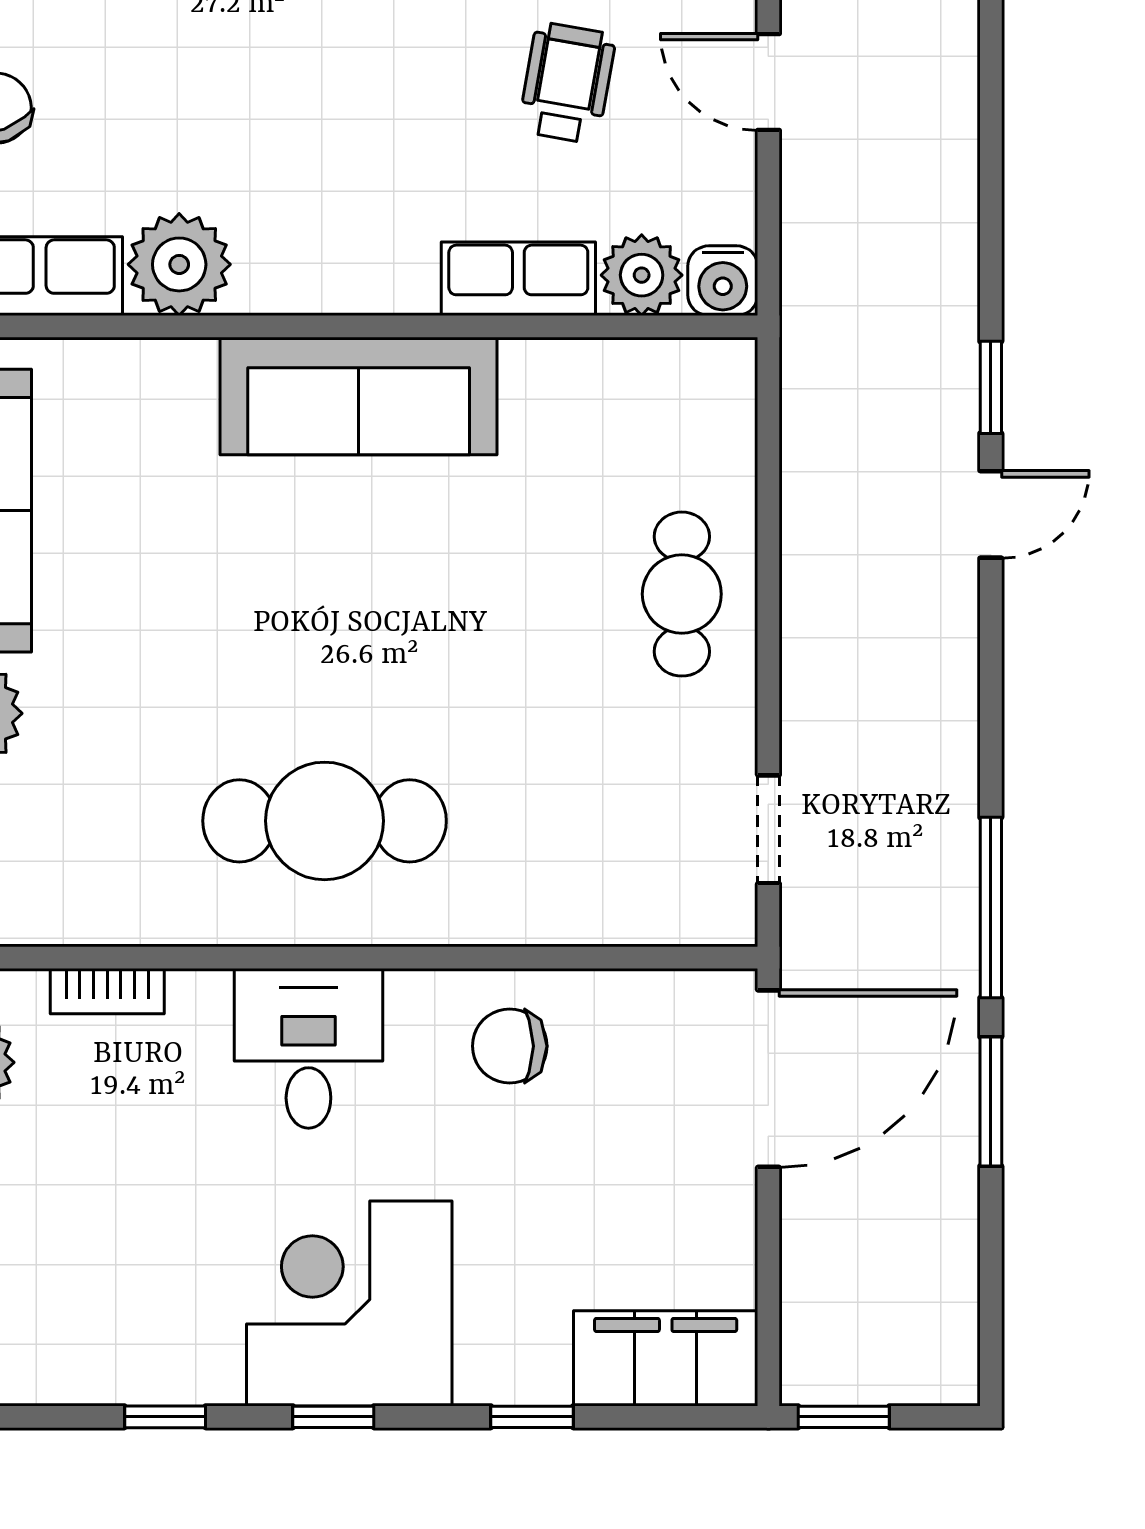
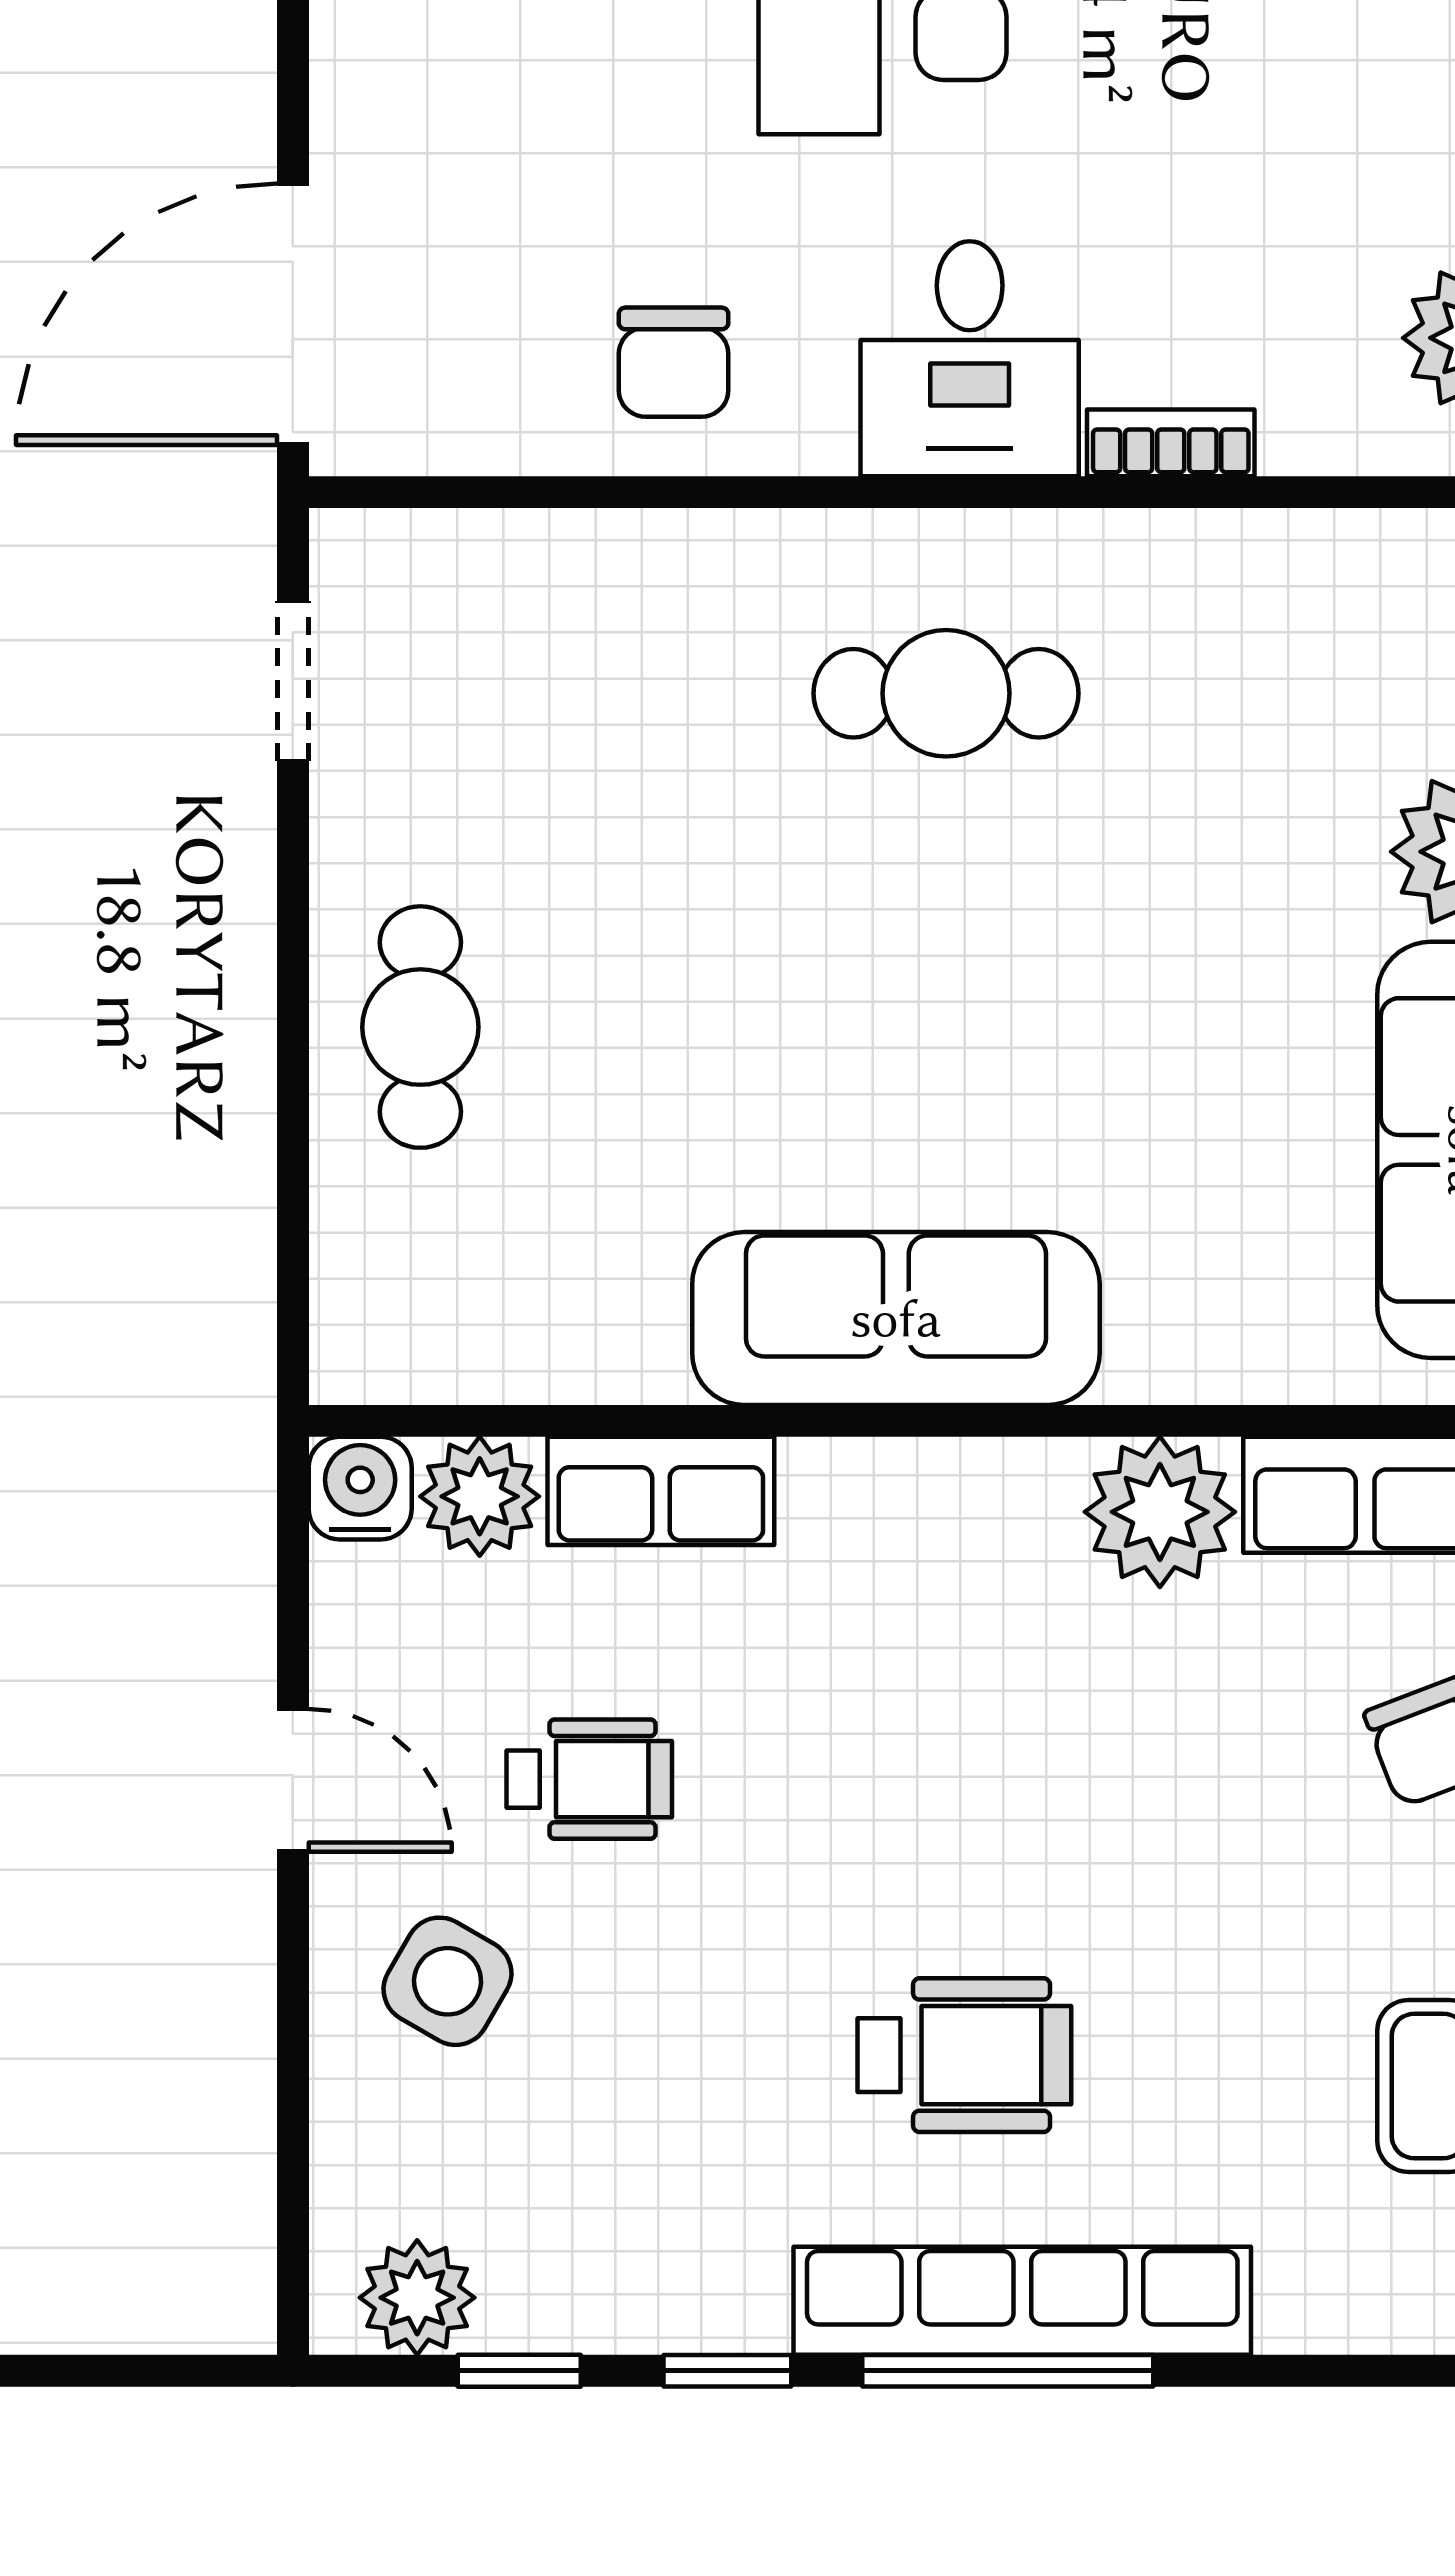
wheelchair: (567, 83) -> (589, 1779), turned -100
cafe table: (325, 821) -> (946, 693), width x0.73, depth x0.74
bookcase: (107, 991) -> (1171, 443), moved
chair: (510, 1046) -> (674, 362), turned 90

